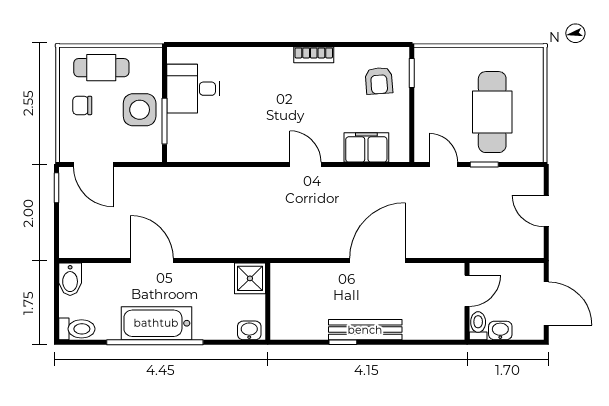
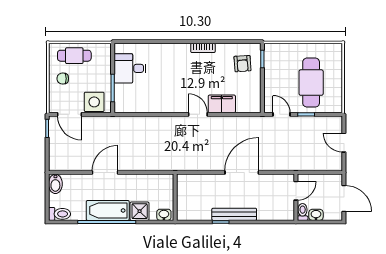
side table: (140, 110) -> (94, 102), moved
filing cabinet: (366, 147) -> (222, 104), moved
door: (152, 261) -> (105, 173), hinge flipped
shower: (250, 278) -> (140, 211), moved

